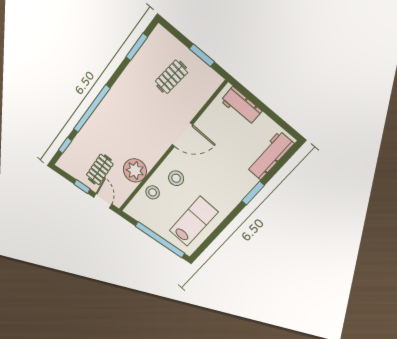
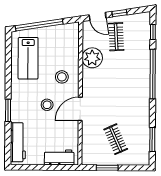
clothes rail: (171, 77) -> (116, 139), turned -30
stool: (153, 192) -> (47, 105), moved

